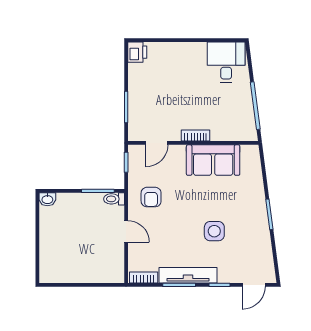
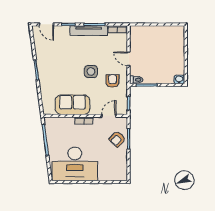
printer: (137, 52) -> (121, 174), removed
desk: (226, 62) -> (75, 164), width x1.87, depth x1.30
armchair: (144, 107) -> (117, 139), added
side table: (214, 231) -> (91, 71), moved
door: (254, 285) -> (46, 24), swing flipped

